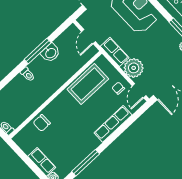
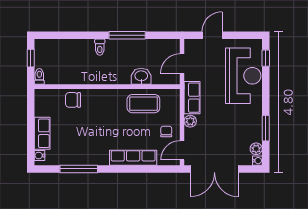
washbasin: (51, 53) -> (141, 76), moved, turned 180
plant: (134, 68) -> (190, 121), width x0.53, depth x0.53
coffee table: (88, 84) -> (143, 104), width x0.73, depth x0.76

